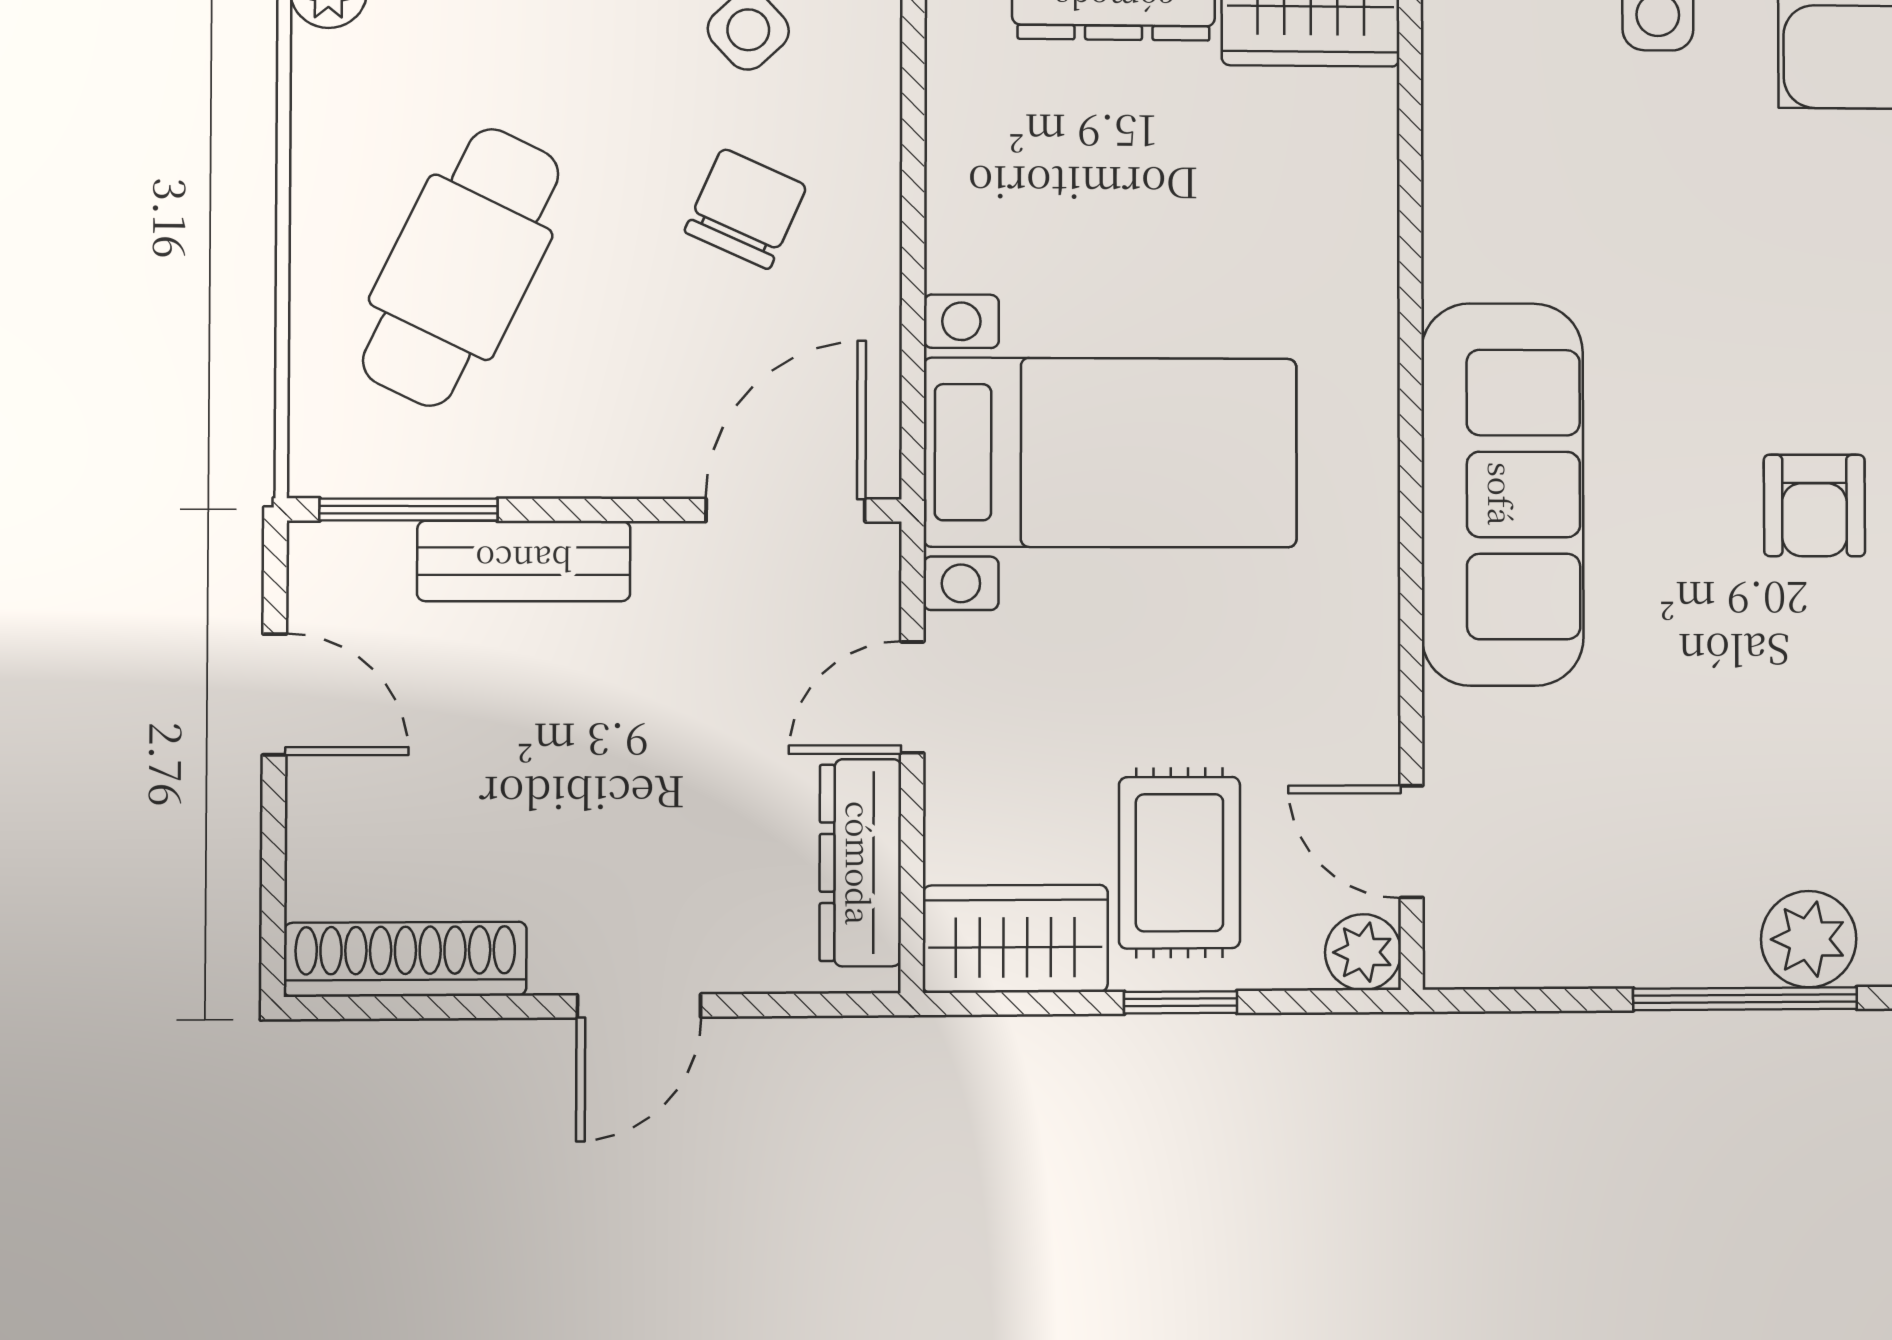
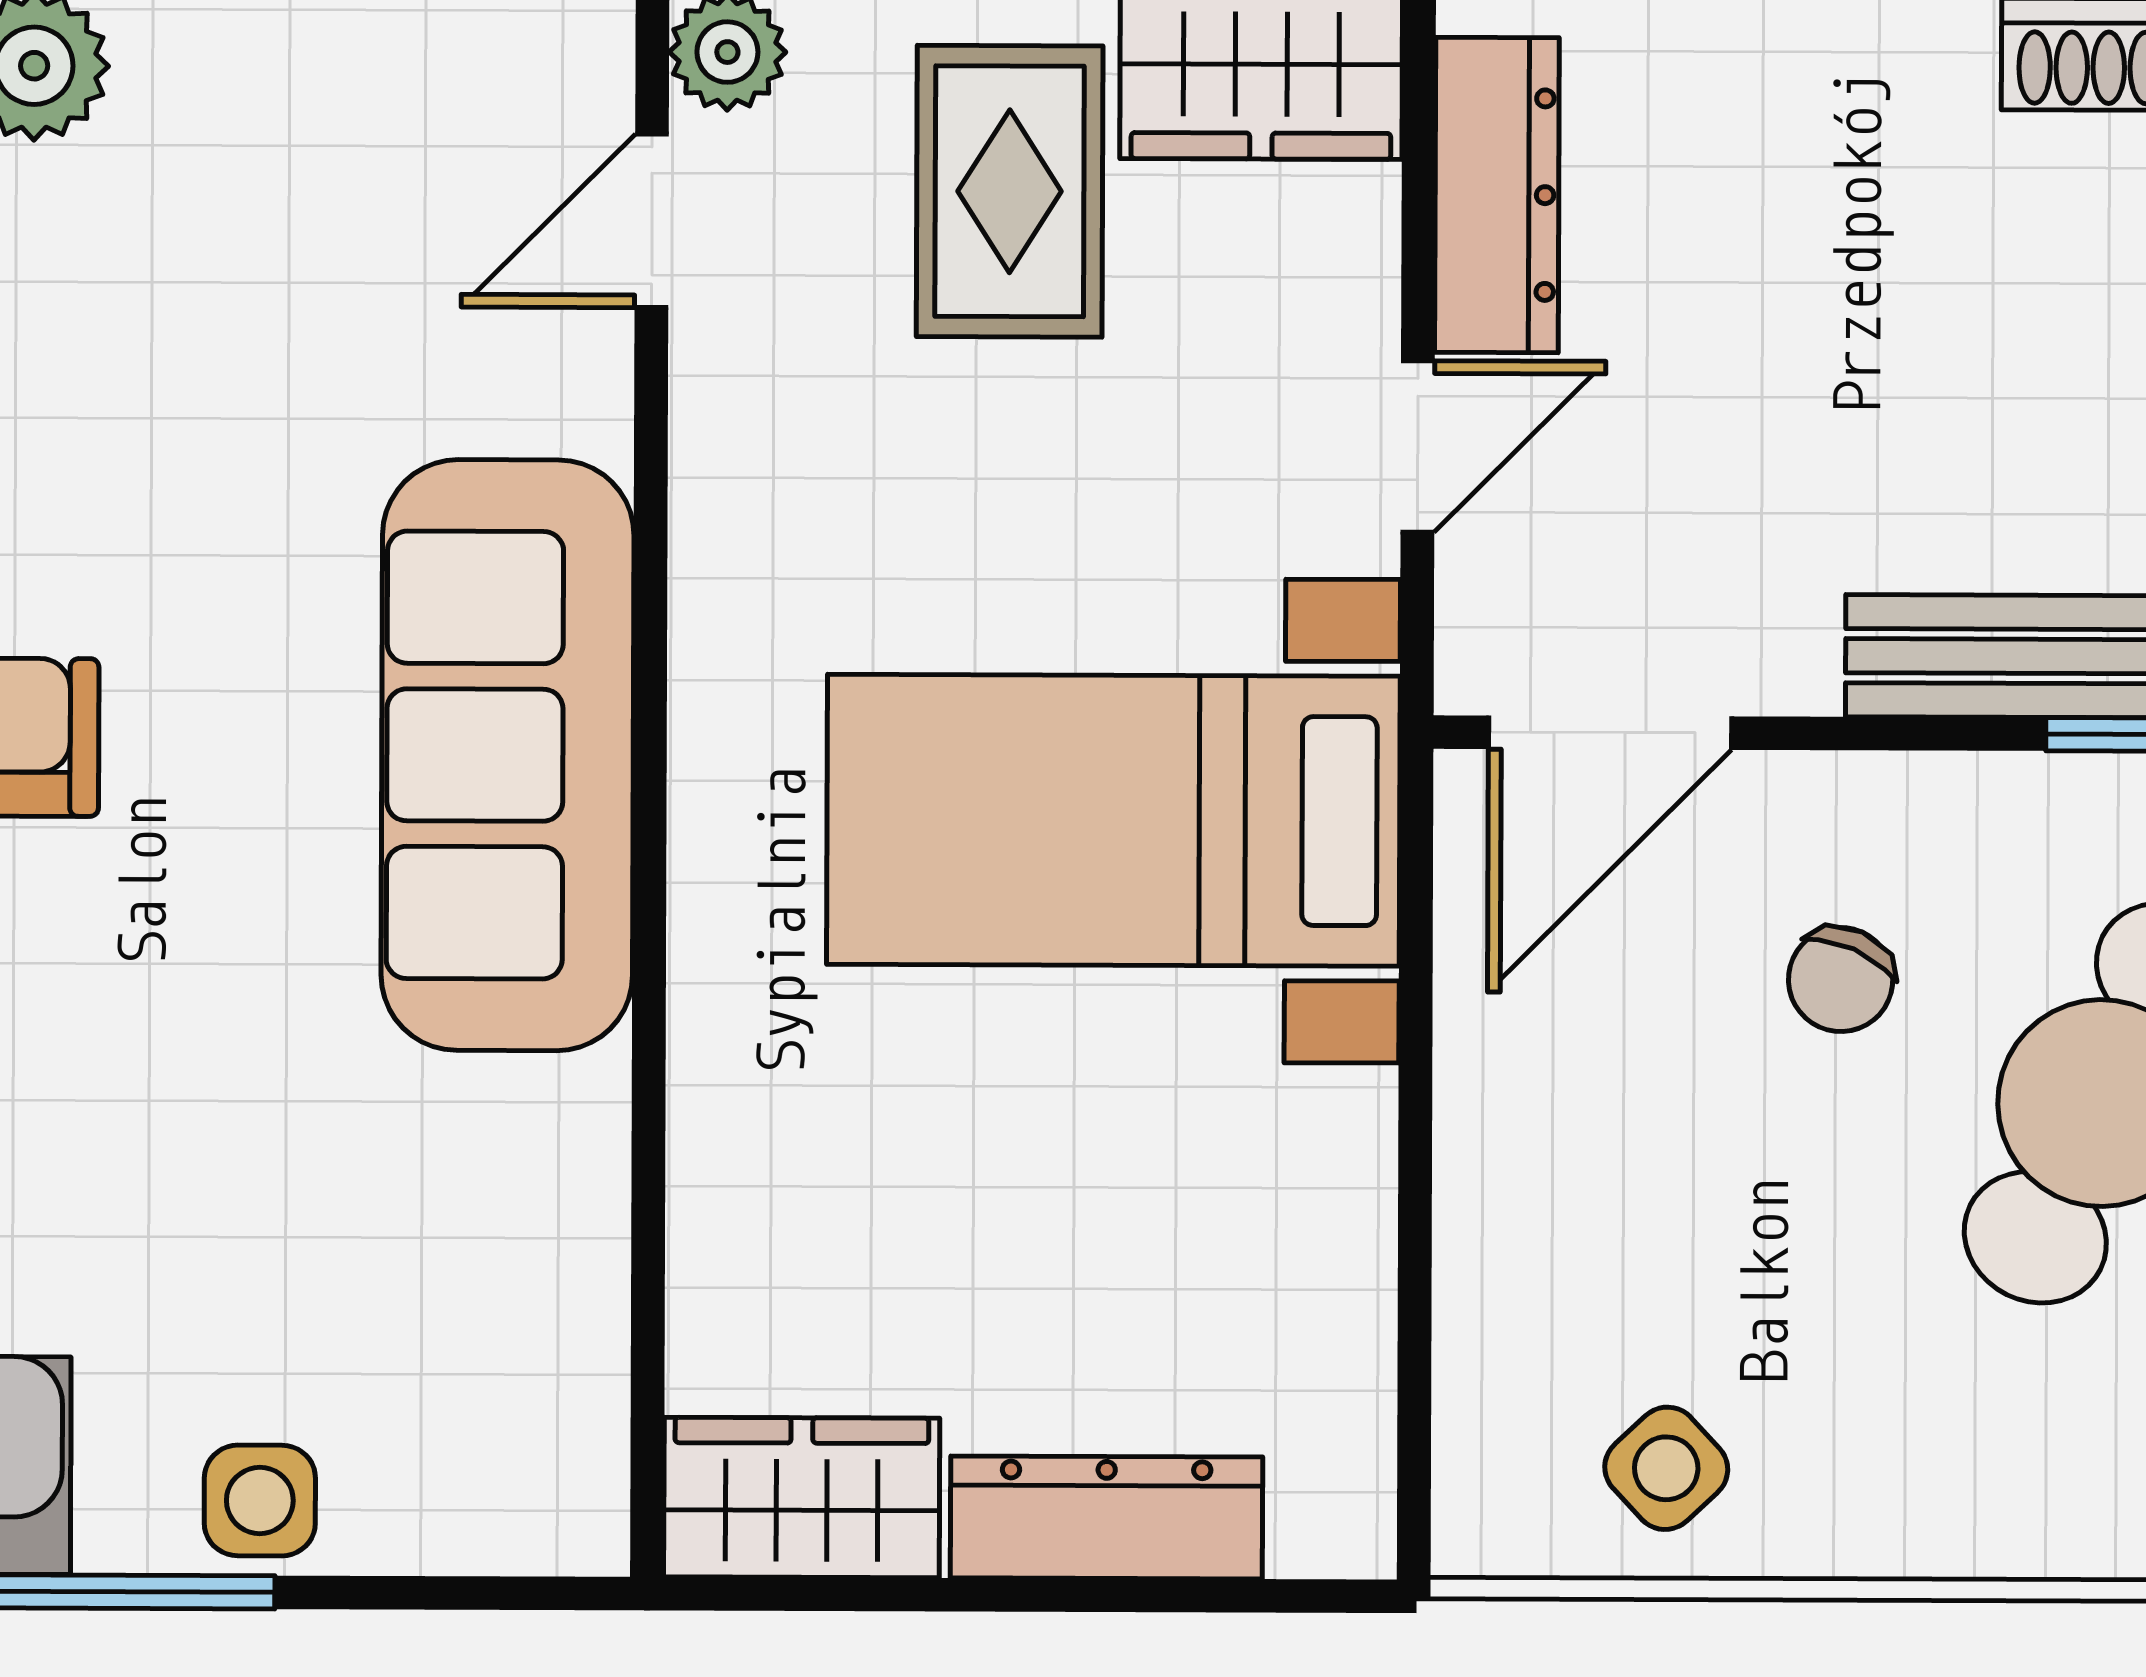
chair: (746, 209) -> (1841, 980), moved, width x0.73, depth x0.73
door: (1412, 842) -> (652, 221), swing flipped

